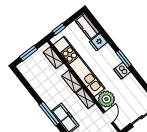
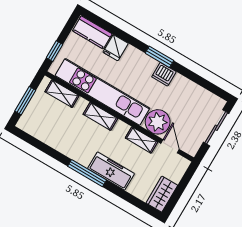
shelving: (85, 98) -> (141, 140), moved

